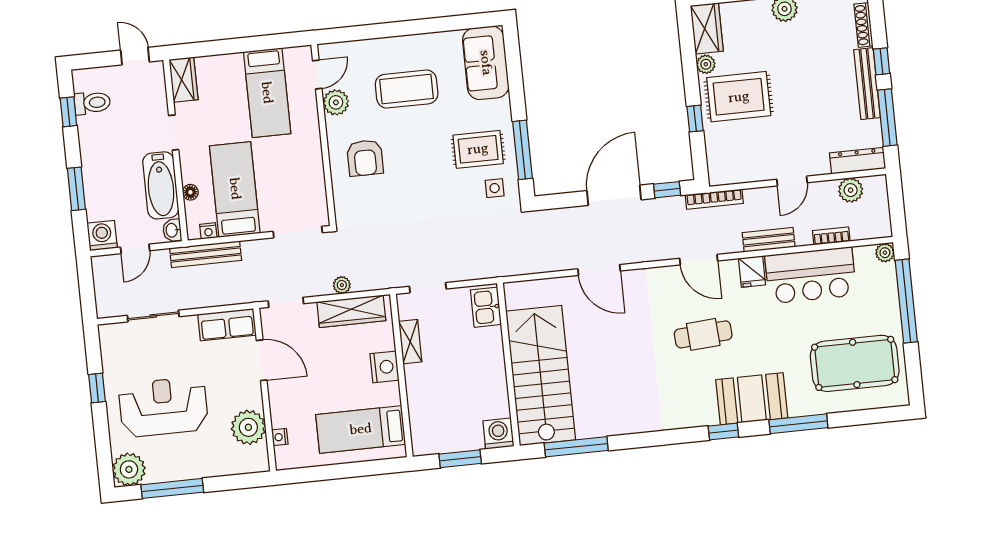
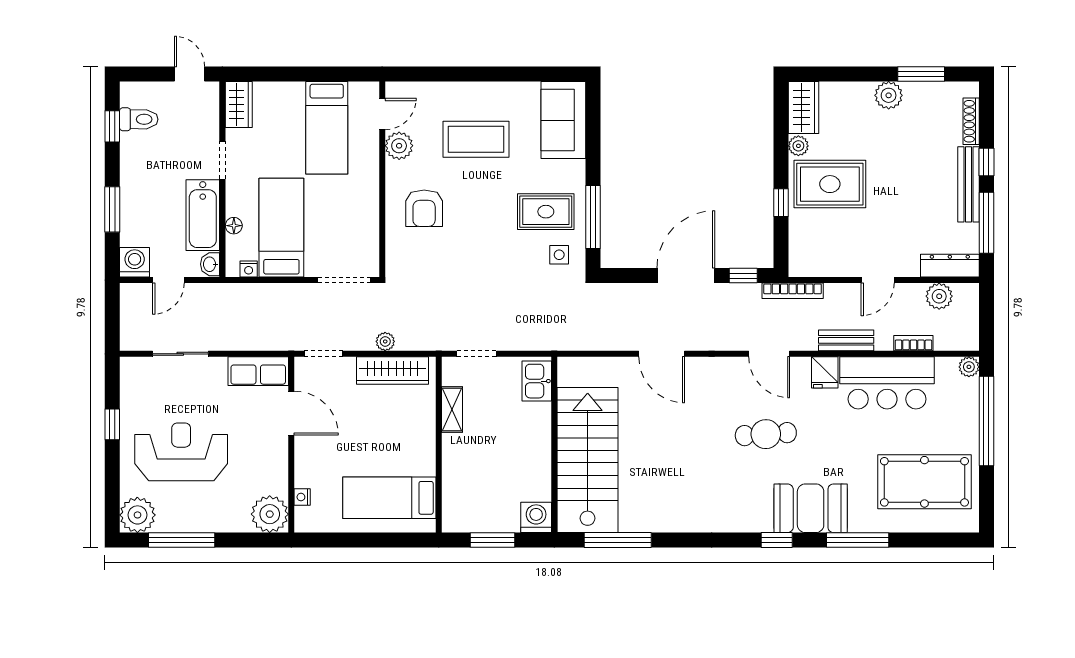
bench: (206, 254) -> (243, 294), removed
nightstand: (384, 367) -> (422, 434), removed
plant: (248, 427) -> (270, 514), moved

